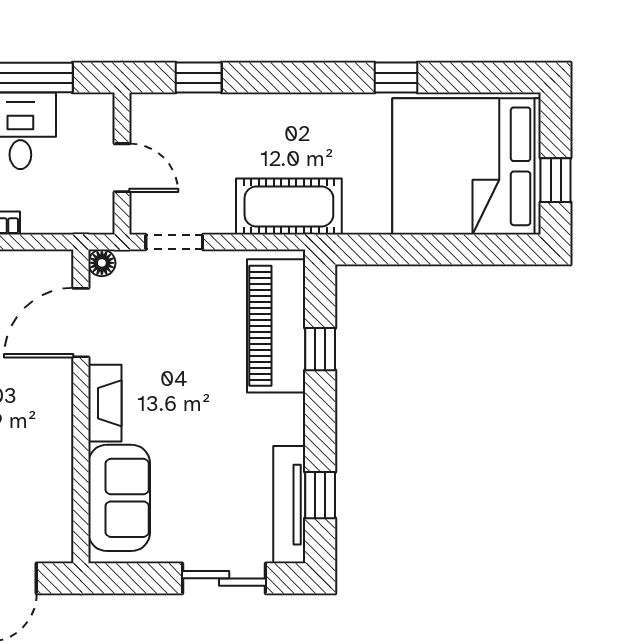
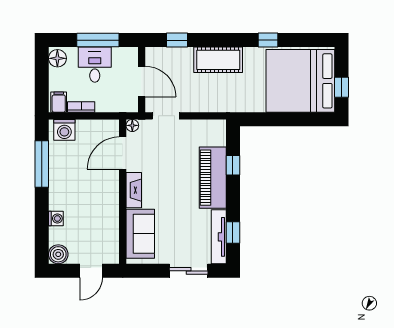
door: (122, 168) -> (142, 82), width x1.38
cot: (289, 206) -> (218, 60), moved
piano: (276, 326) -> (213, 178), moved

